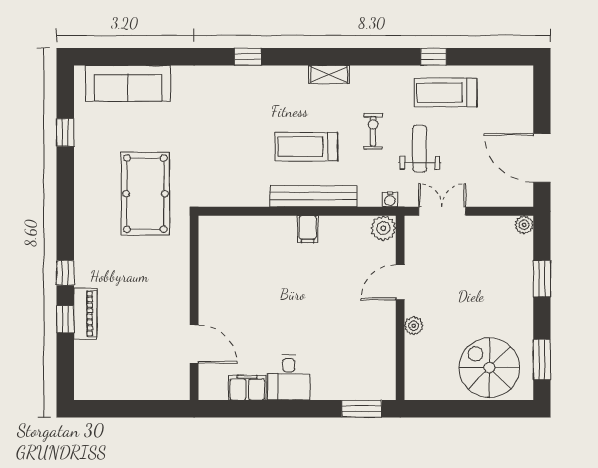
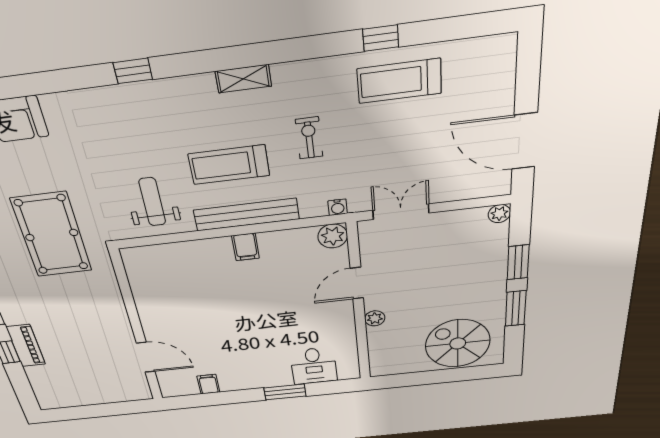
weight bench: (420, 149) -> (152, 202), moved
window: (542, 359) -> (516, 308), moved
desk: (289, 378) -> (314, 366), moved
filing cabinet: (247, 388) -> (208, 384), width x0.50
window: (362, 409) -> (285, 392), moved

